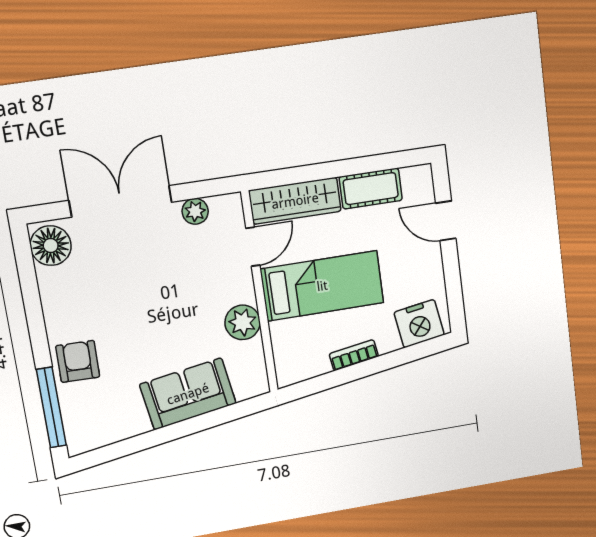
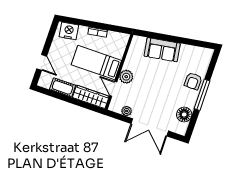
floor lamp: (51, 246) -> (184, 115), moved
door: (253, 247) -> (113, 89), hinge flipped
plant: (243, 322) -> (126, 77), moved
window: (51, 407) -> (202, 95), moved

